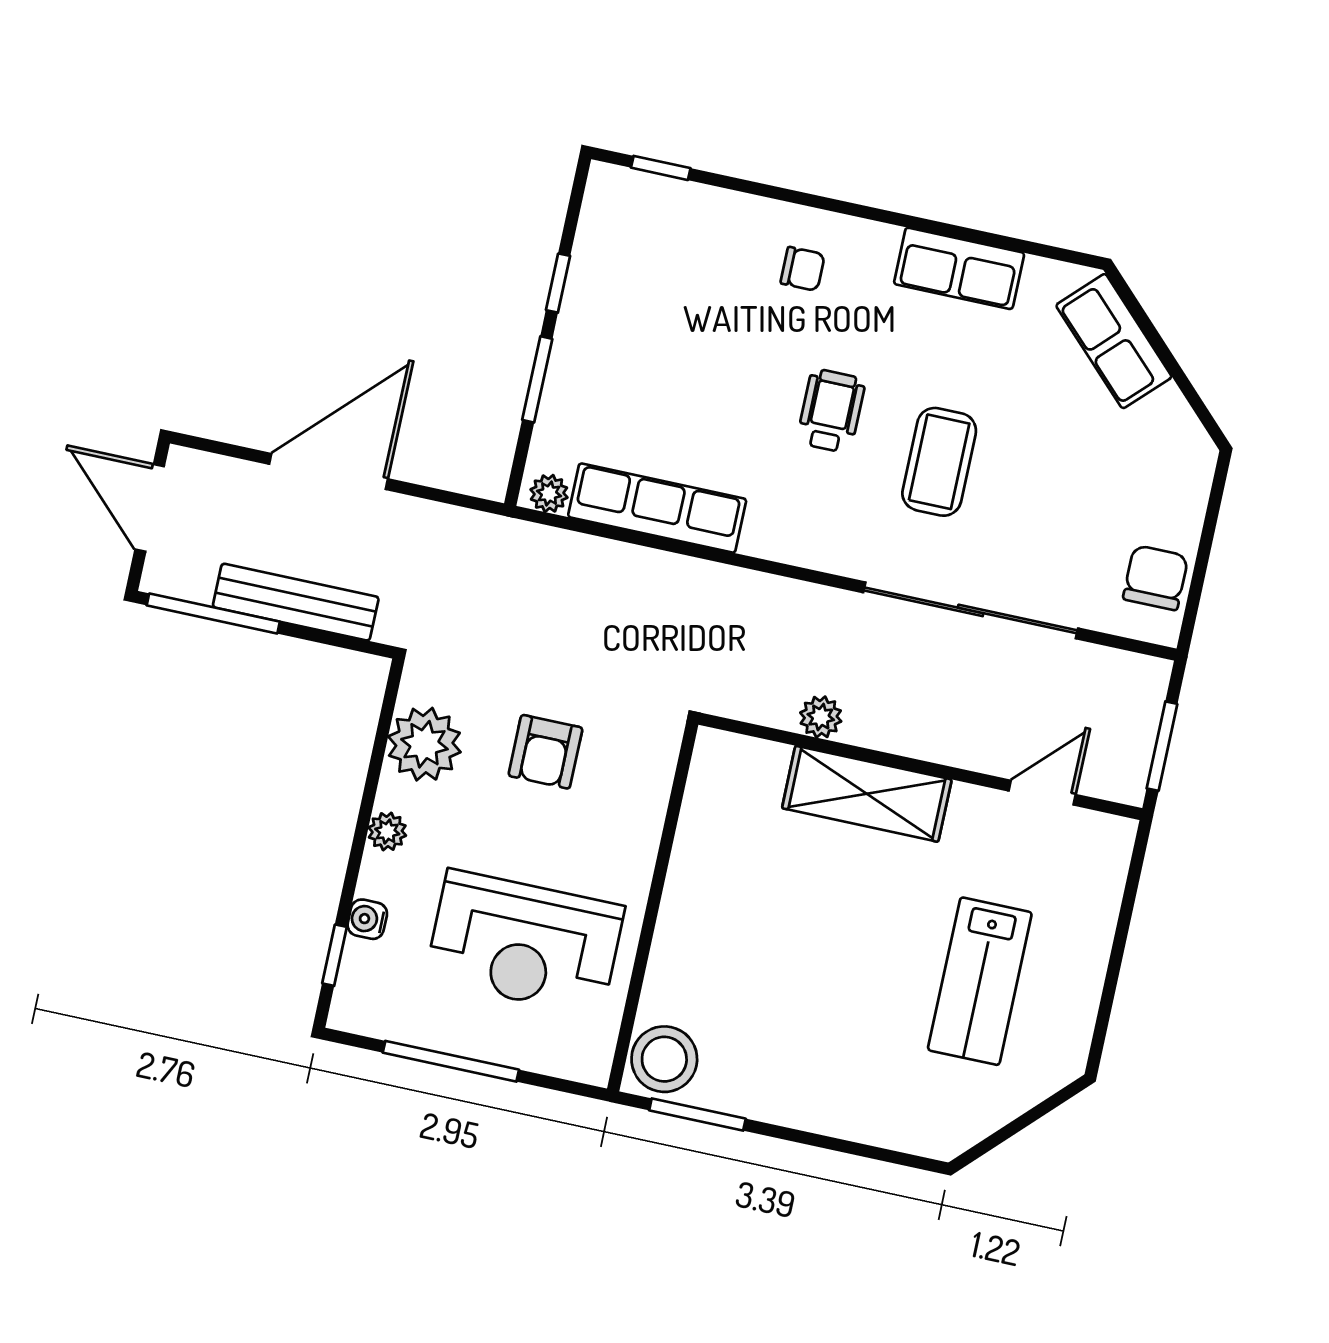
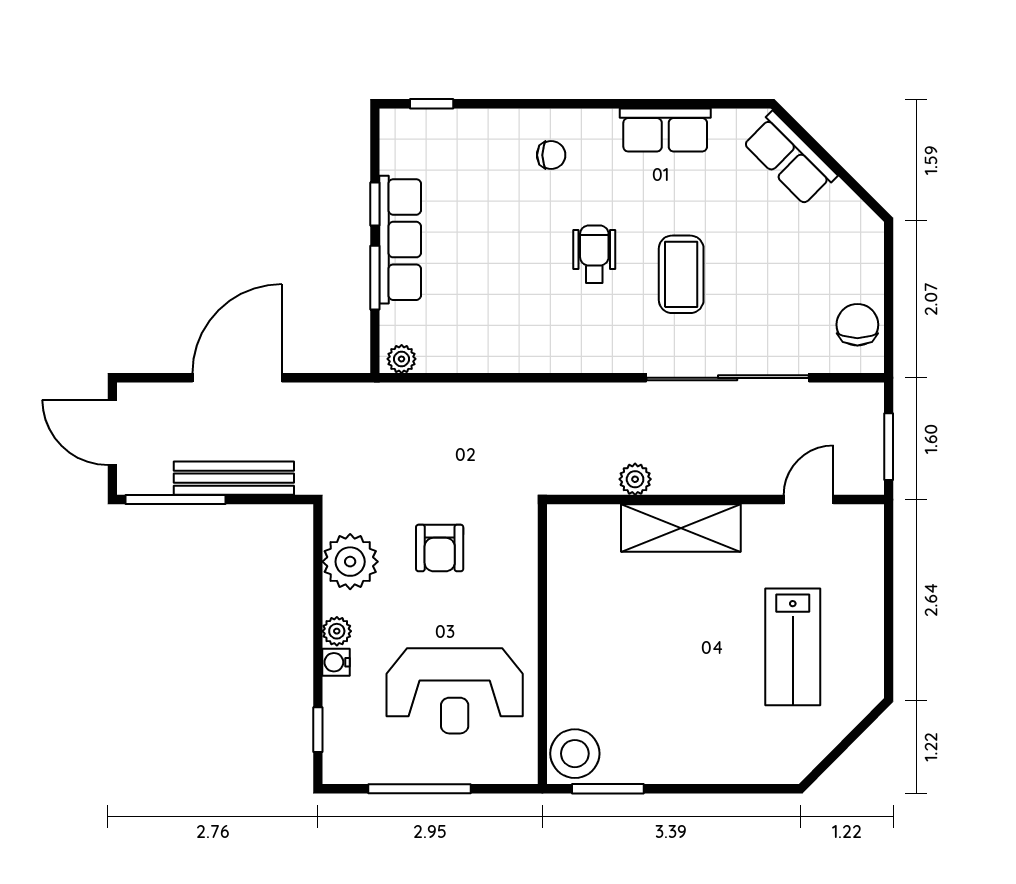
row of seats: (657, 508) -> (400, 240), moved, turned 90
water cooler: (367, 919) -> (336, 662), moved

